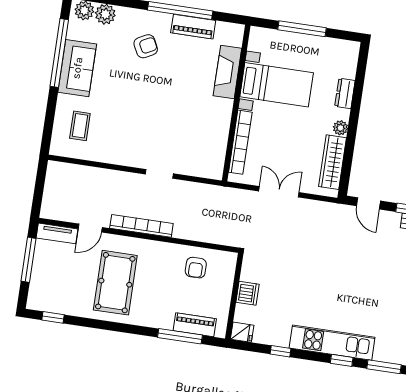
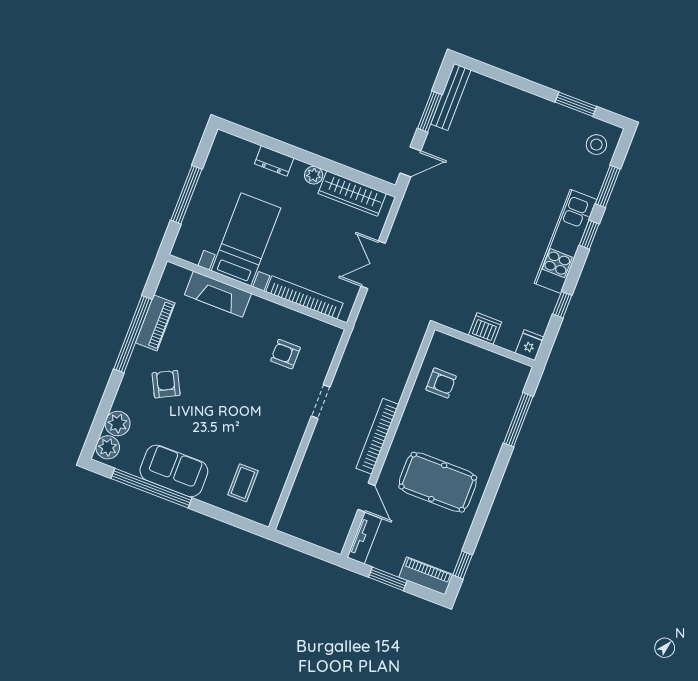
coffee table: (80, 126) -> (243, 483), turned 90
armchair: (191, 137) -> (285, 354), added
window: (28, 260) -> (388, 579), width x0.69
piano: (195, 325) -> (426, 576), moved, turned 90

